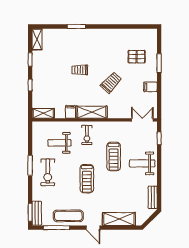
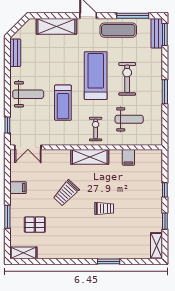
filing cabinet: (71, 112) -> (128, 157), moved
shelving: (43, 113) -> (23, 253), moved
treadmill: (114, 156) -> (63, 103), turned 180
exercise bike: (48, 172) -> (127, 79), moved
treadmill: (87, 179) -> (96, 76), width x1.37, depth x1.38

